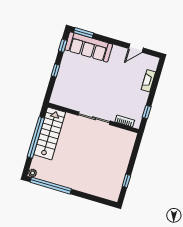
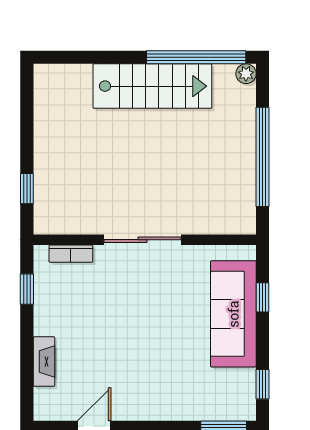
sofa: (89, 47) -> (233, 314), moved, turned -90
window: (55, 70) -> (262, 297), moved
stairs: (50, 133) -> (152, 86), moved, turned -90
window: (126, 181) -> (27, 189), moved

